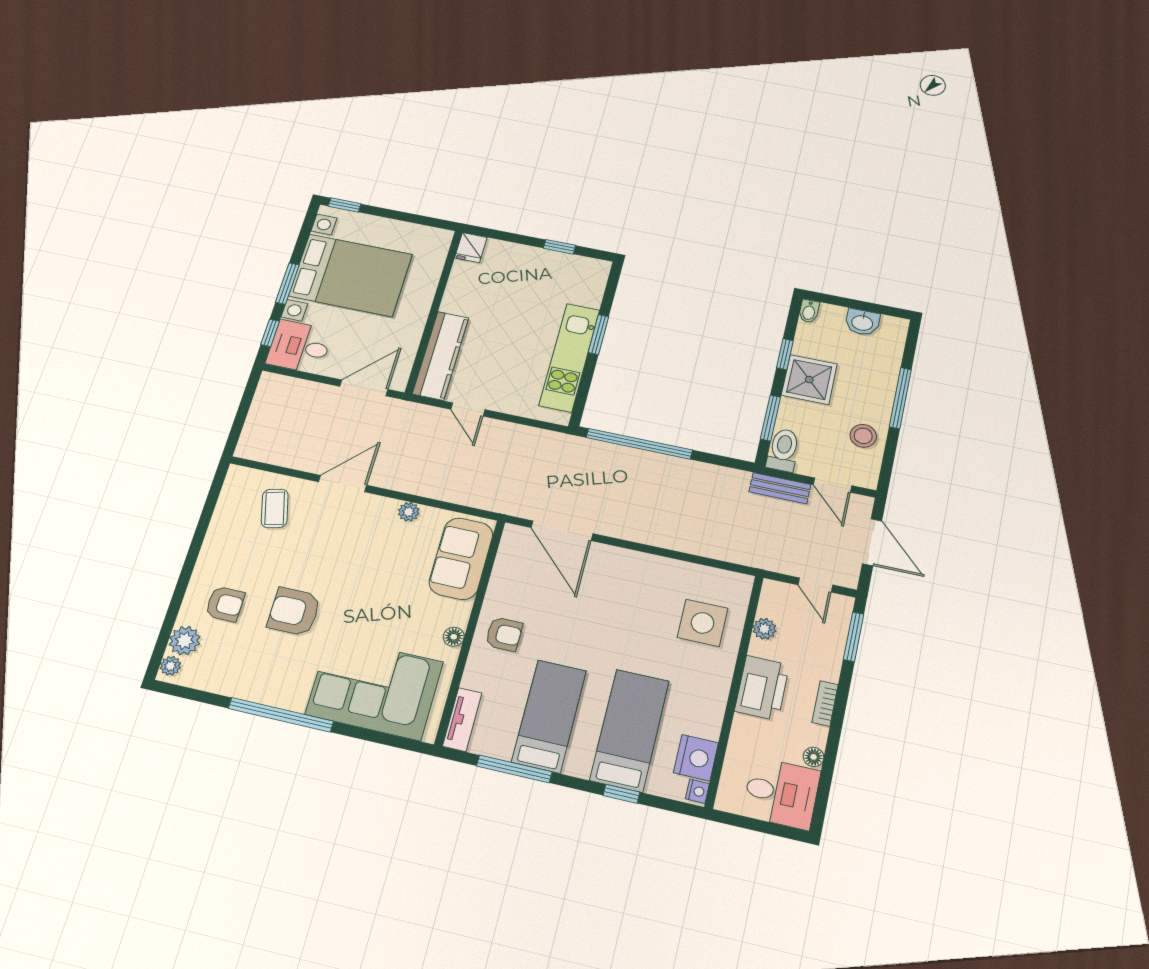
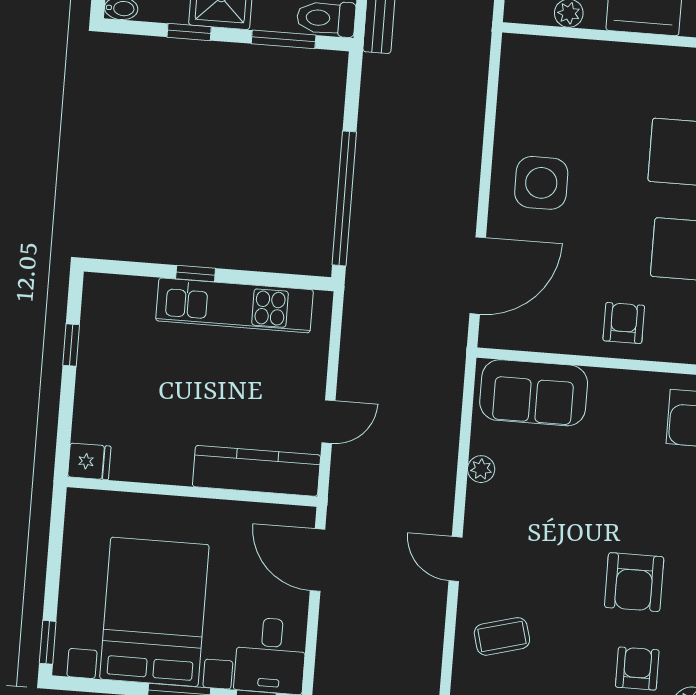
window: (598, 335) -> (196, 273), width x0.67
door: (343, 484) -> (455, 559), width x0.73
side table: (703, 623) -> (541, 183), moved
floor lamp: (454, 637) -> (636, 383), removed

